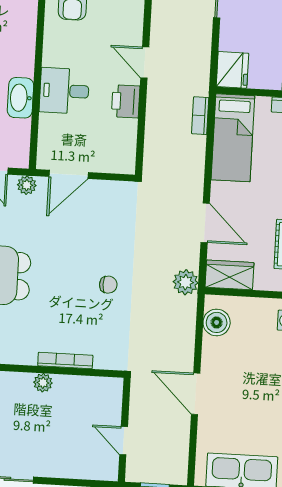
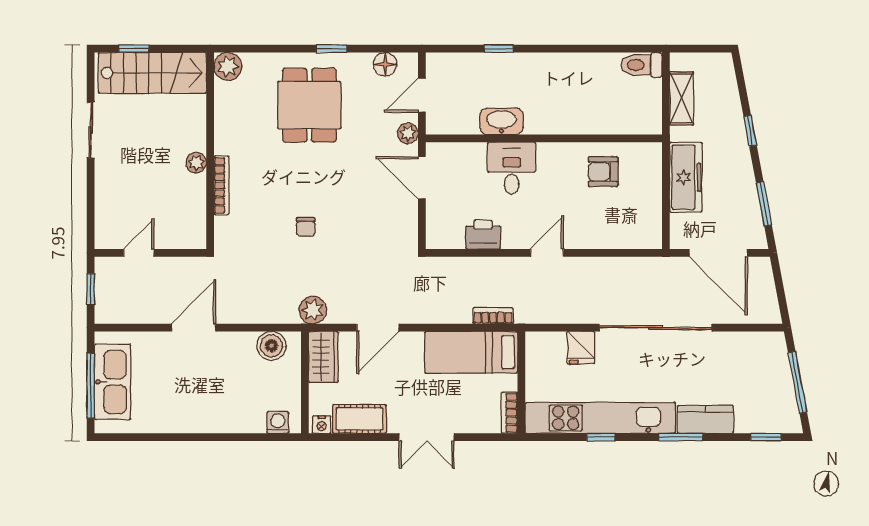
fridge: (232, 70) -> (581, 348), moved, width x0.72
printer: (126, 101) -> (483, 235), moved

